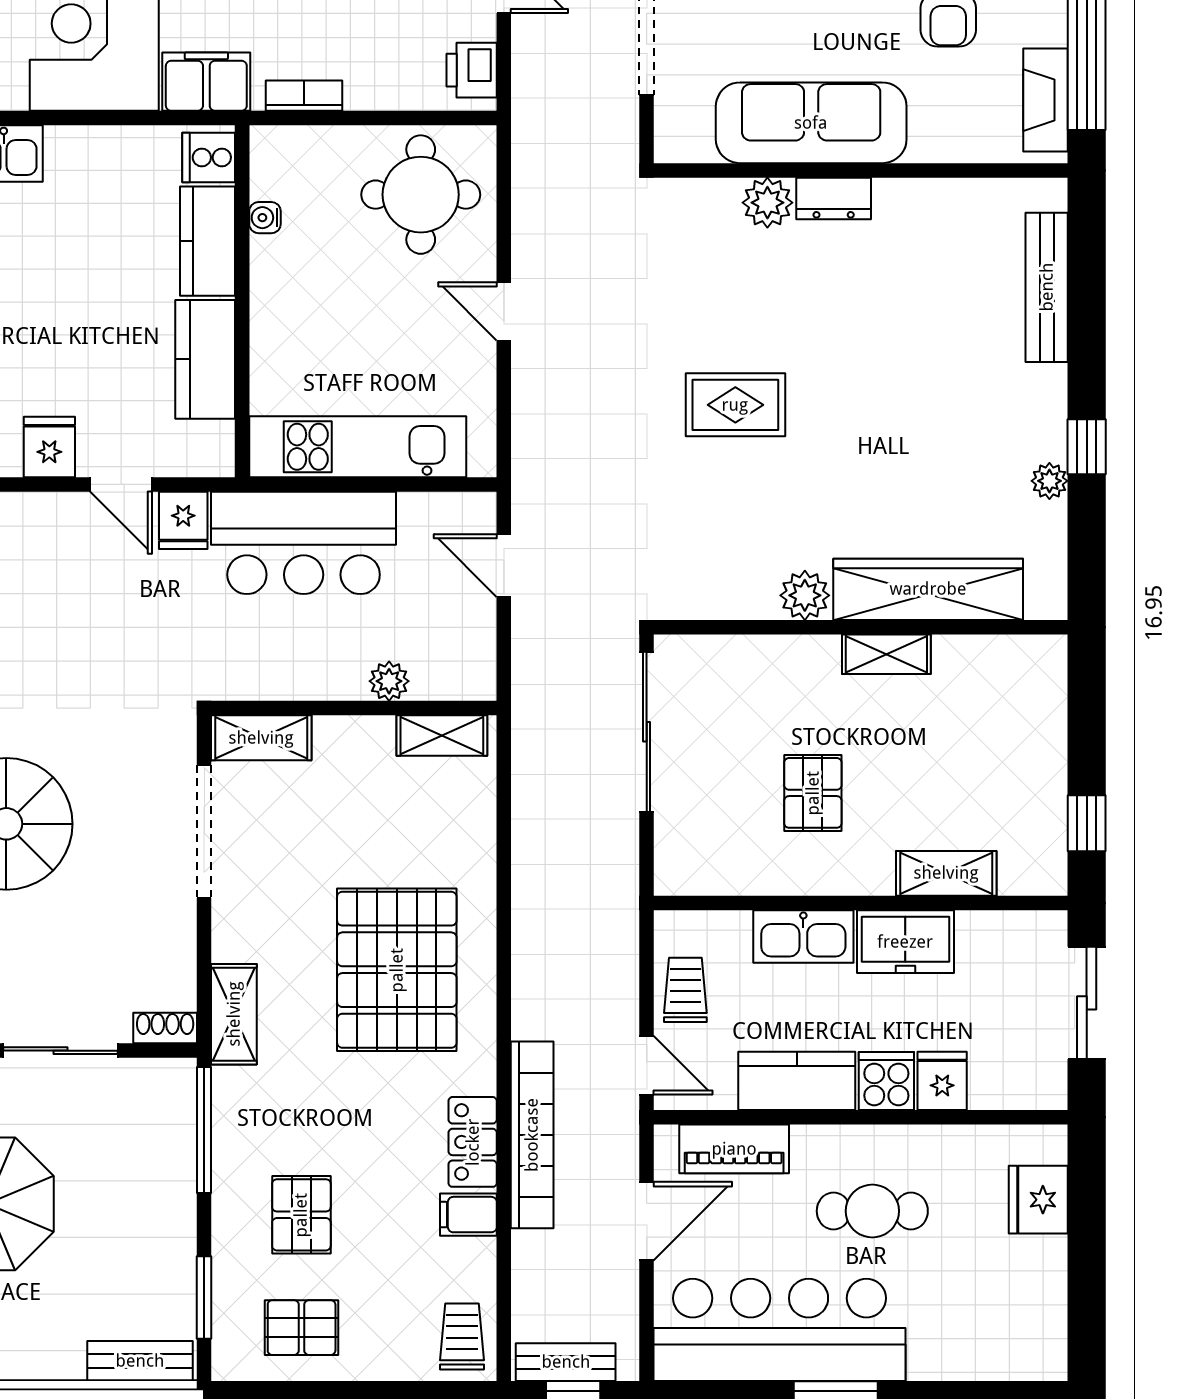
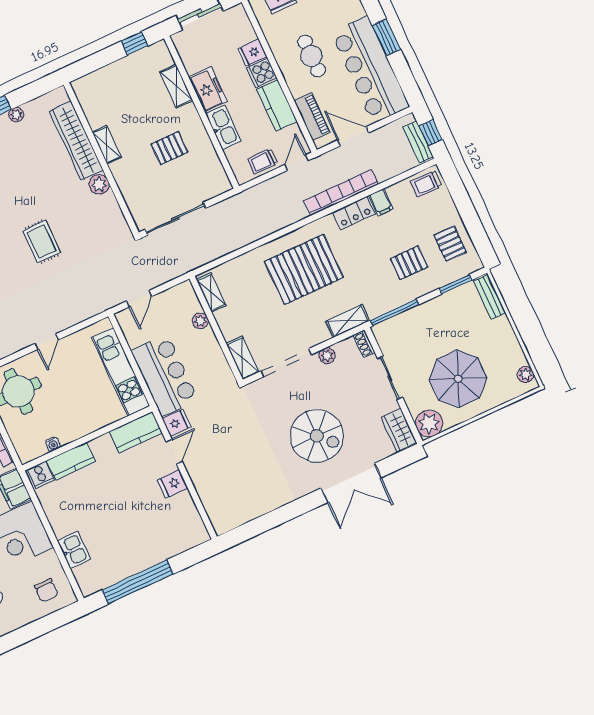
kitchen counter: (205, 359) -> (136, 432), moved
plant: (177, 931) -> (327, 356), added

